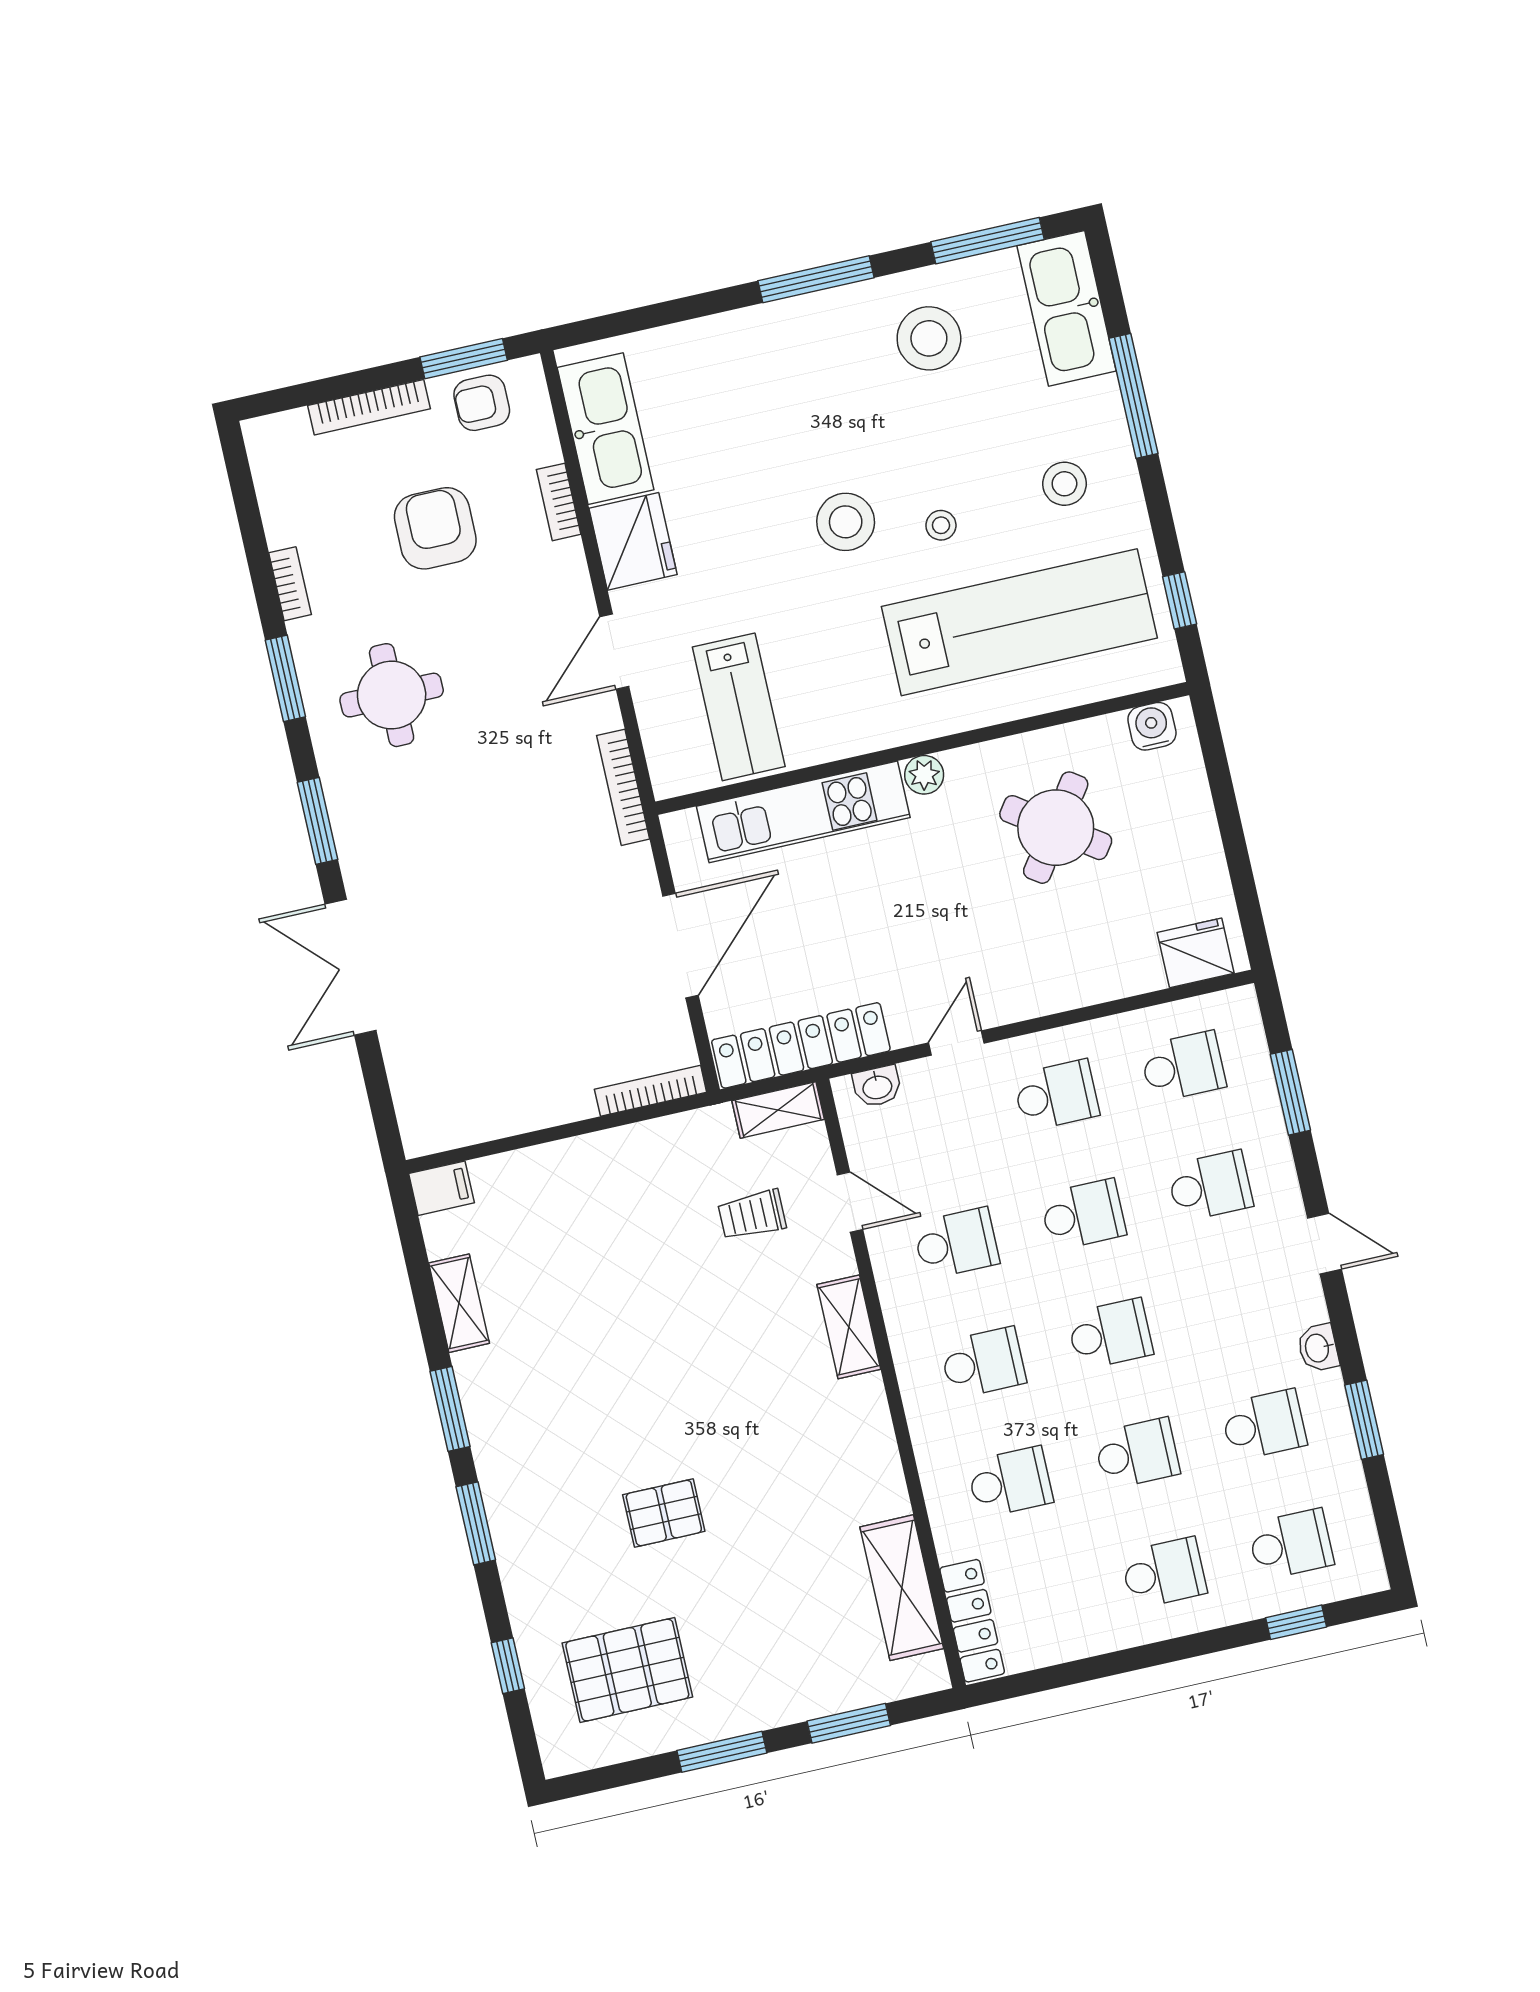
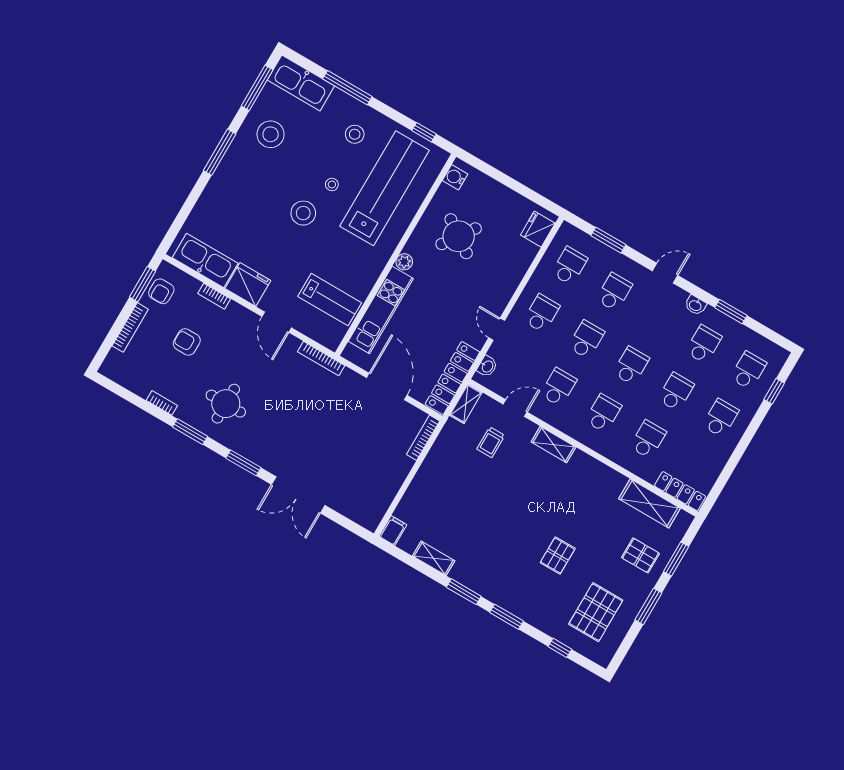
armchair: (435, 528) -> (187, 342), width x0.72, depth x0.72
pallet: (797, 1656) -> (640, 555), added

